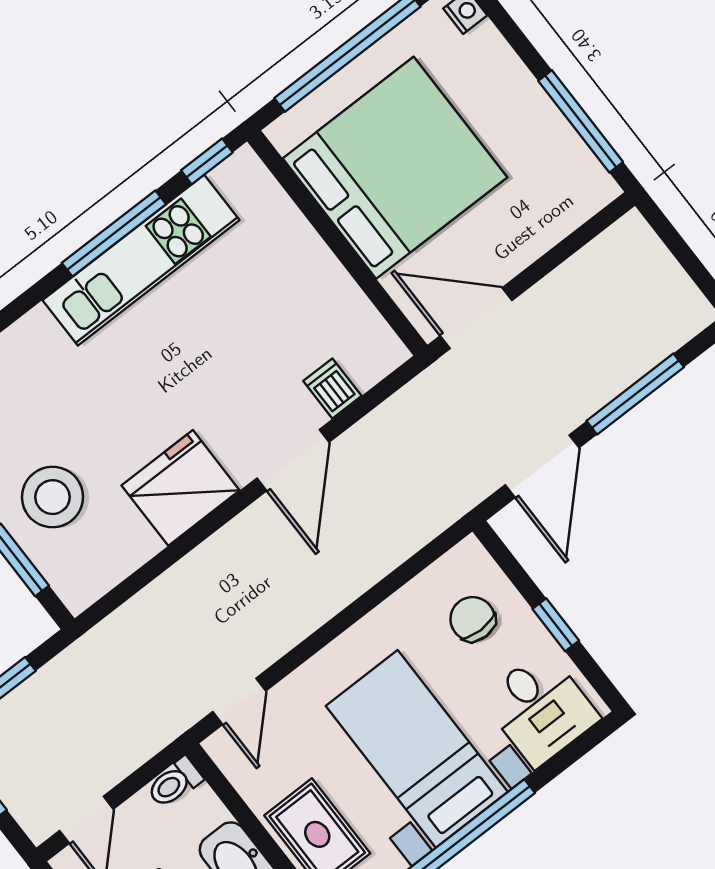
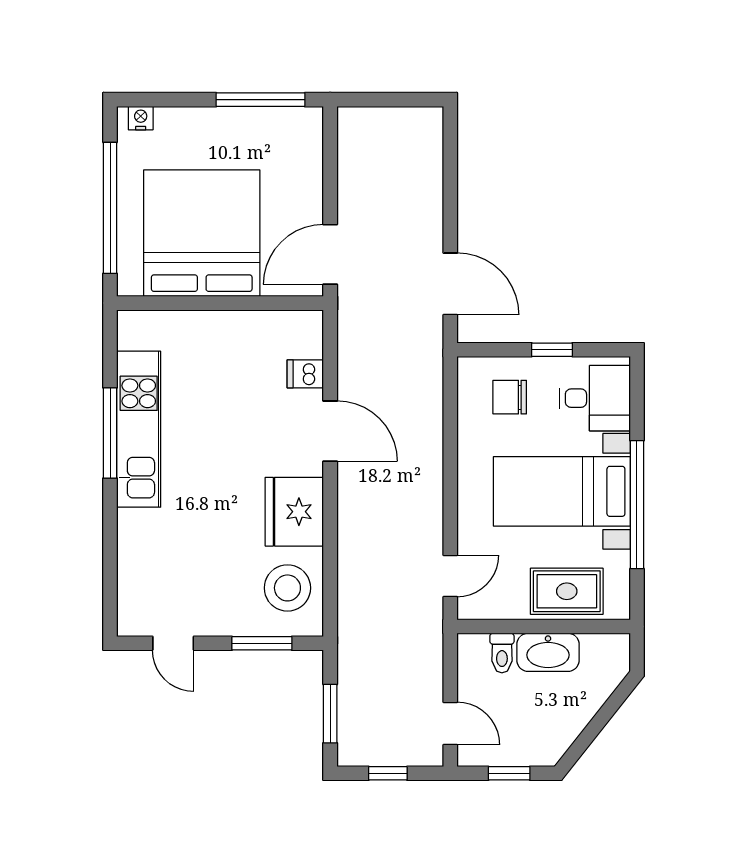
window: (207, 161) -> (110, 343), removed
window: (635, 394) -> (450, 194), removed
stool: (52, 497) -> (287, 588), moved
door: (239, 701) -> (450, 576), hinge flipped
toilet: (175, 783) -> (502, 653), moved

